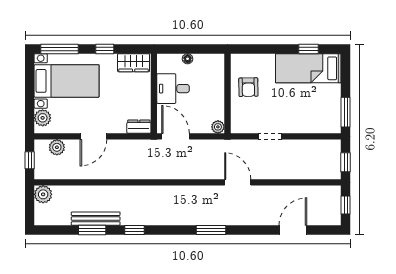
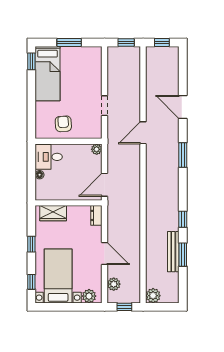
window: (59, 49) -> (31, 282), width x0.46
window: (308, 49) -> (31, 61), moved
wardrobe: (134, 63) -> (53, 213), moved, turned 90
armchair: (248, 87) -> (63, 124), turned -93
desk: (173, 89) -> (49, 157), moved, turned 90
window: (346, 112) -> (69, 42), moved
door: (293, 230) -> (183, 107), moved

